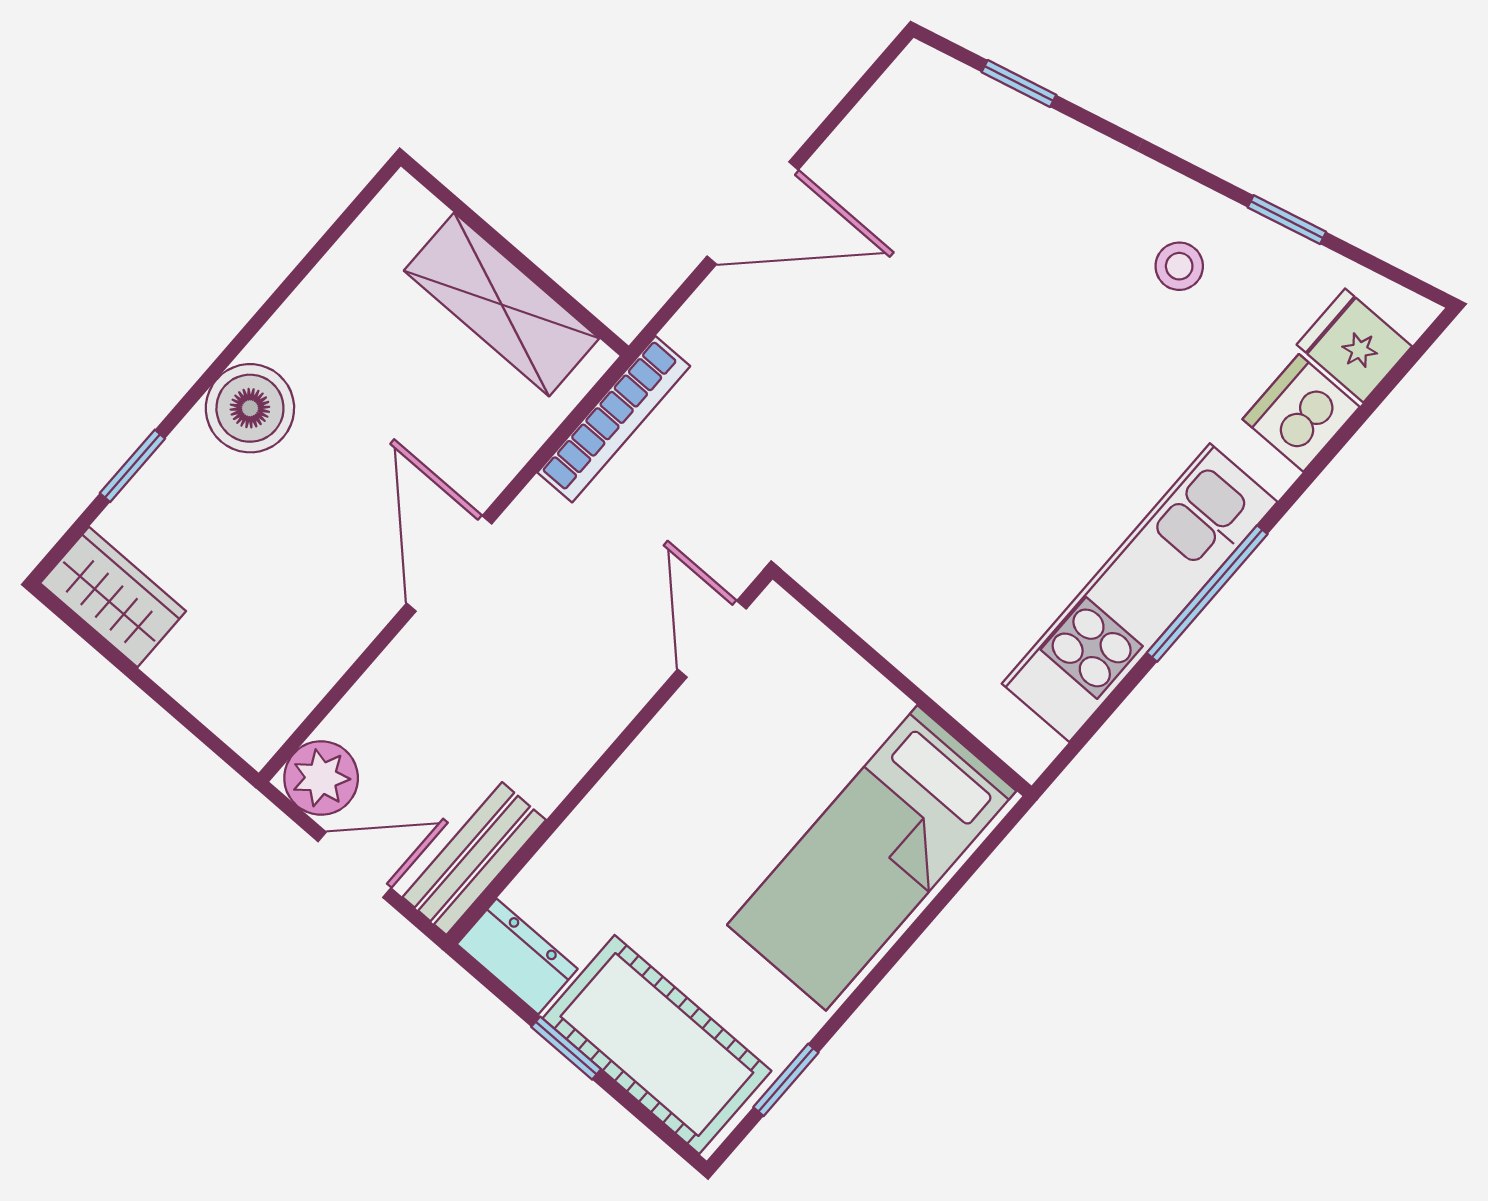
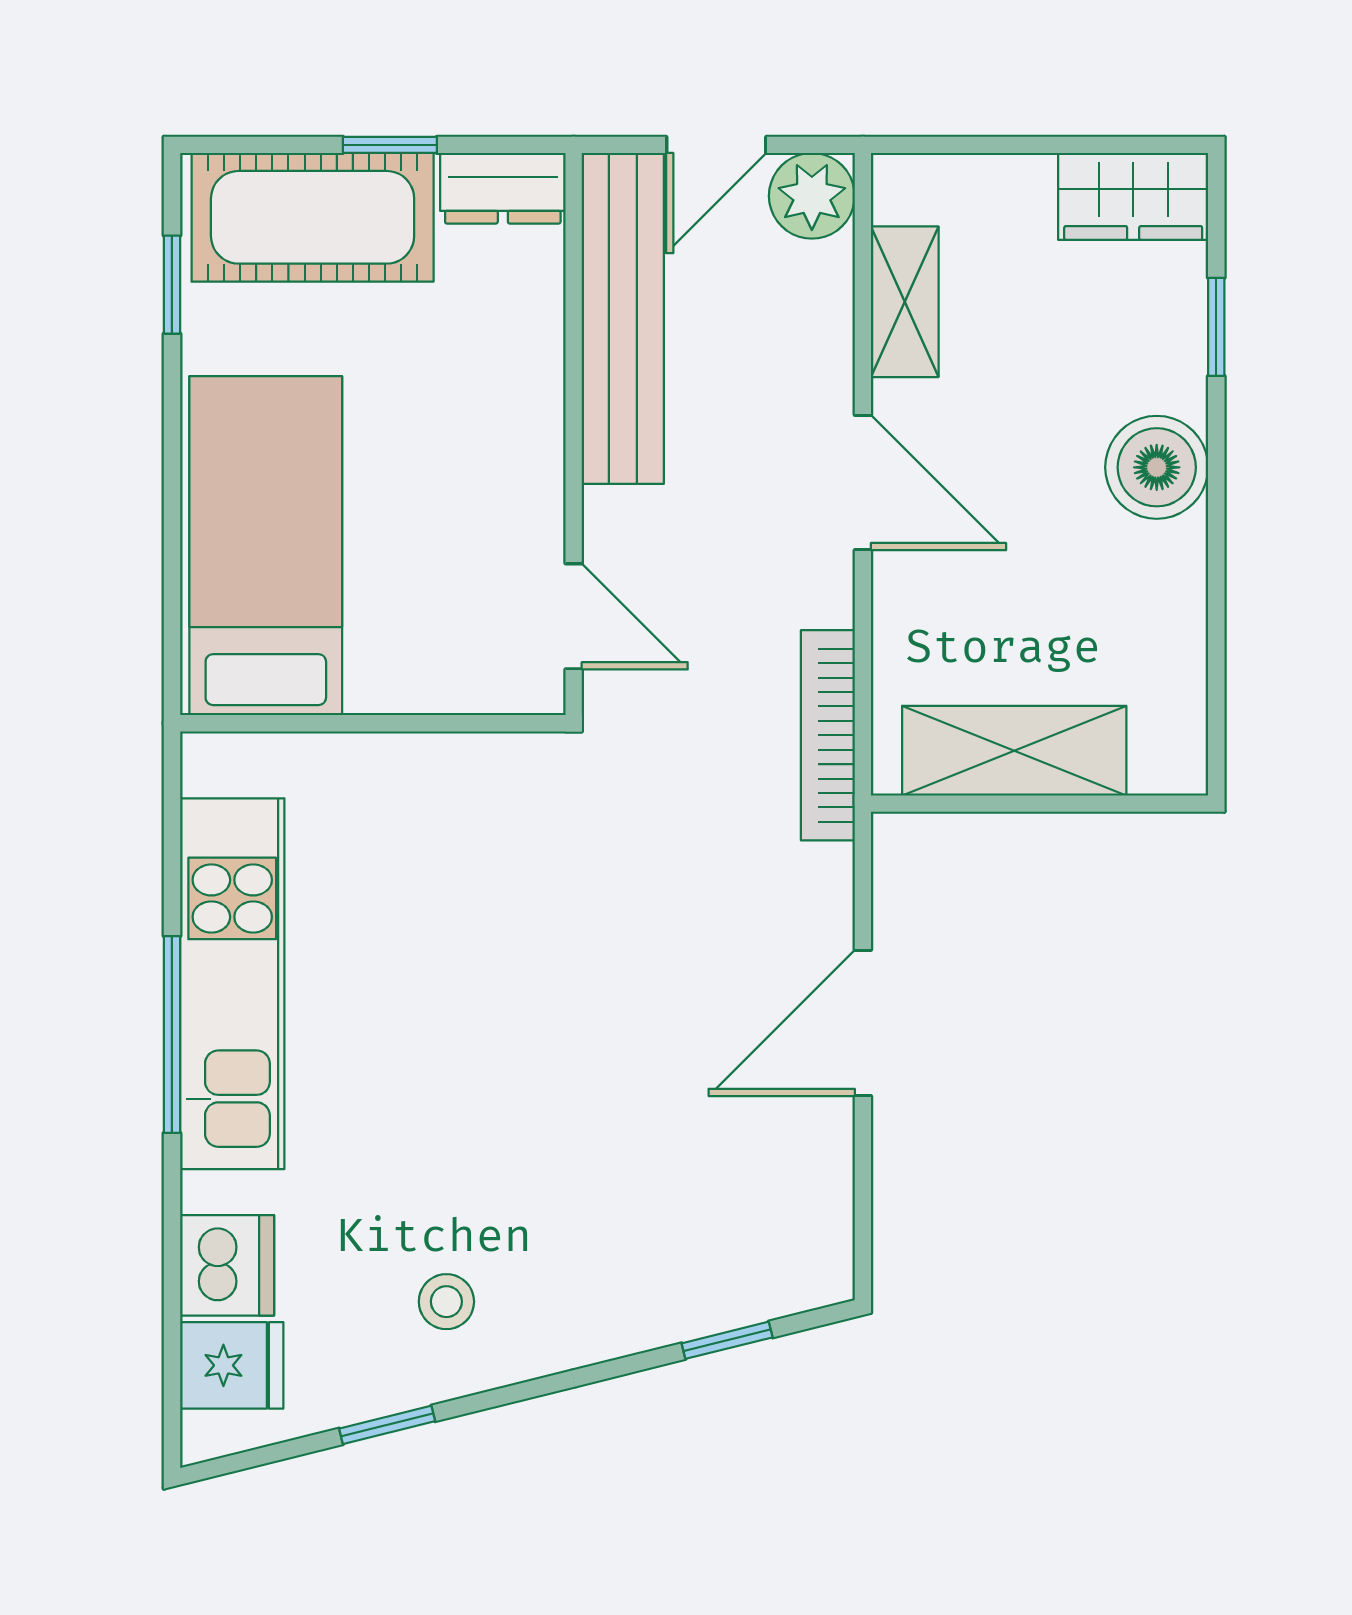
shelving: (320, 657) -> (905, 302), added
bench: (474, 859) -> (623, 318), width x1.86, depth x1.21

